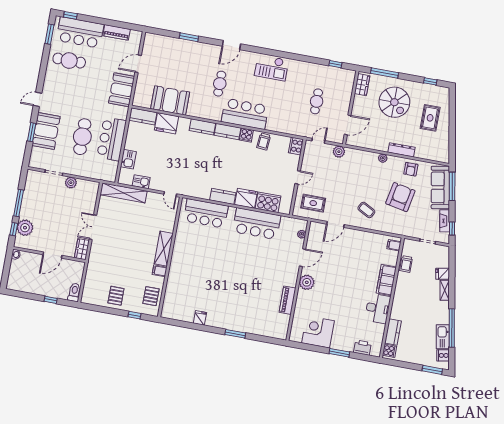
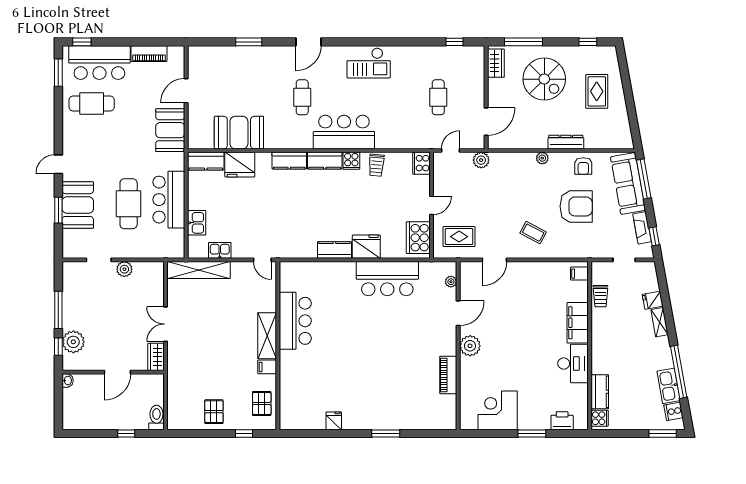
armchair: (400, 197) -> (576, 206), turned 79
cooker: (268, 202) -> (418, 238), moved, turned -90
bar counter: (206, 213) -> (295, 321), moved, turned -90

